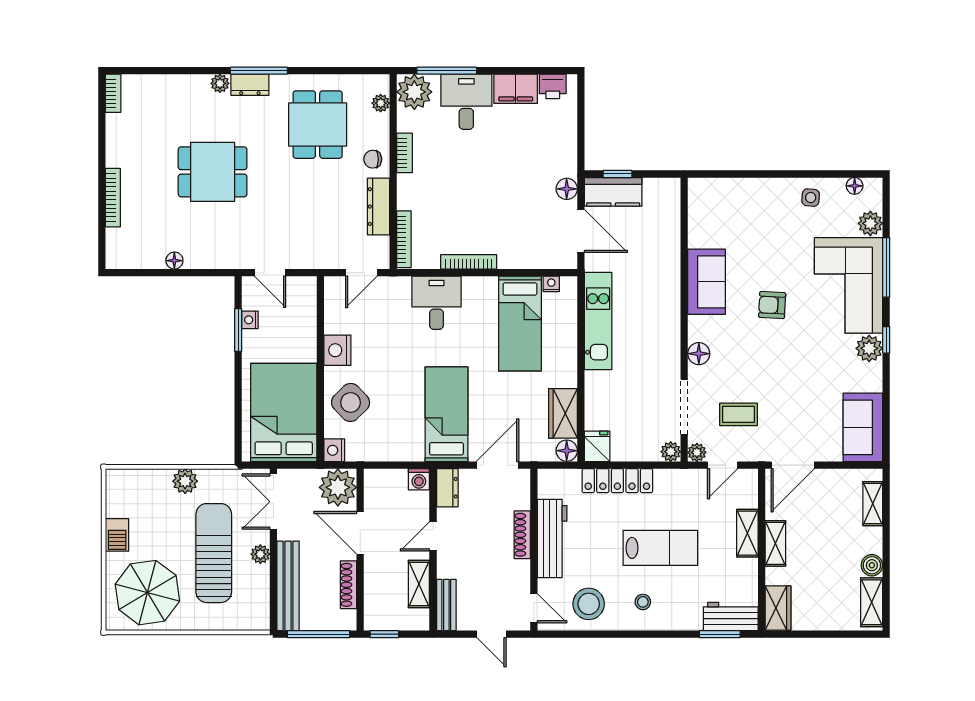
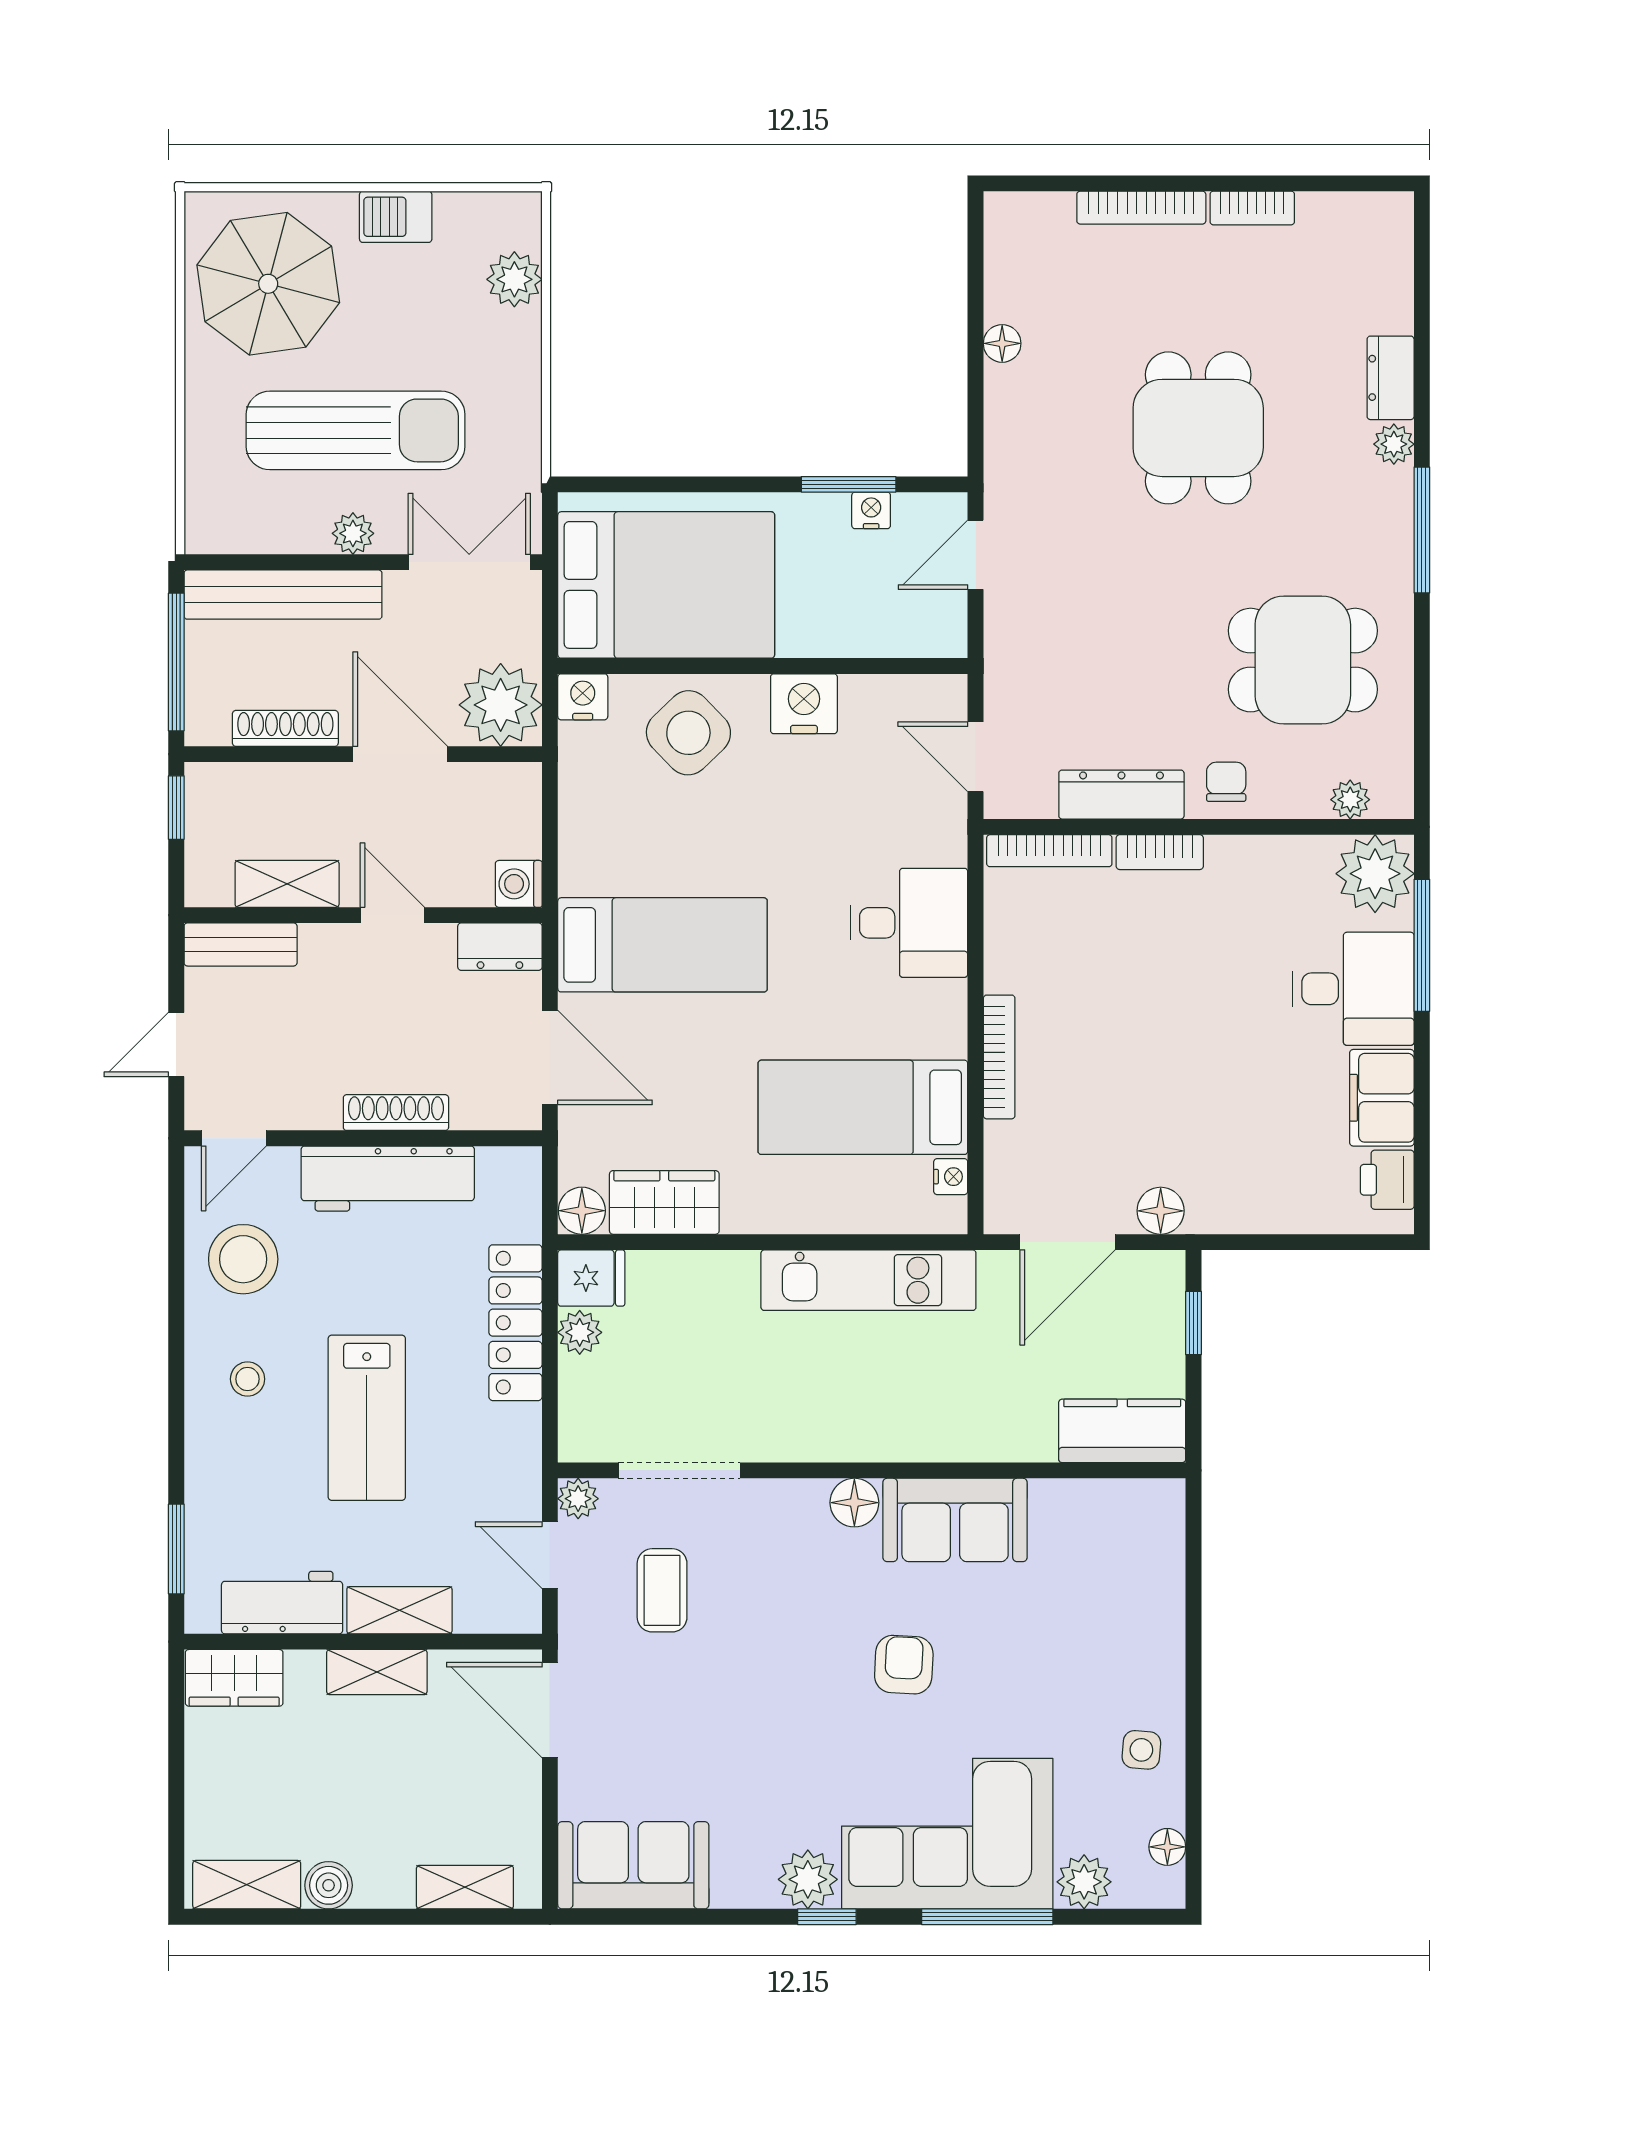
dresser: (250, 85) -> (1391, 378), moved
bookcase: (113, 93) -> (1252, 208), moved
bookcase: (404, 153) -> (1160, 852), moved
kitchen counter: (613, 192) -> (1122, 1431), moved, turned 90
bookcase: (469, 262) -> (999, 1057), moved
floor lamp: (699, 354) -> (854, 1503), moved
plant: (671, 452) -> (580, 1332), moved
plant: (185, 481) -> (514, 279), moved
door: (360, 533) -> (400, 754), hinge flipped
workbench: (731, 616) -> (282, 1603), moved, turned -90

